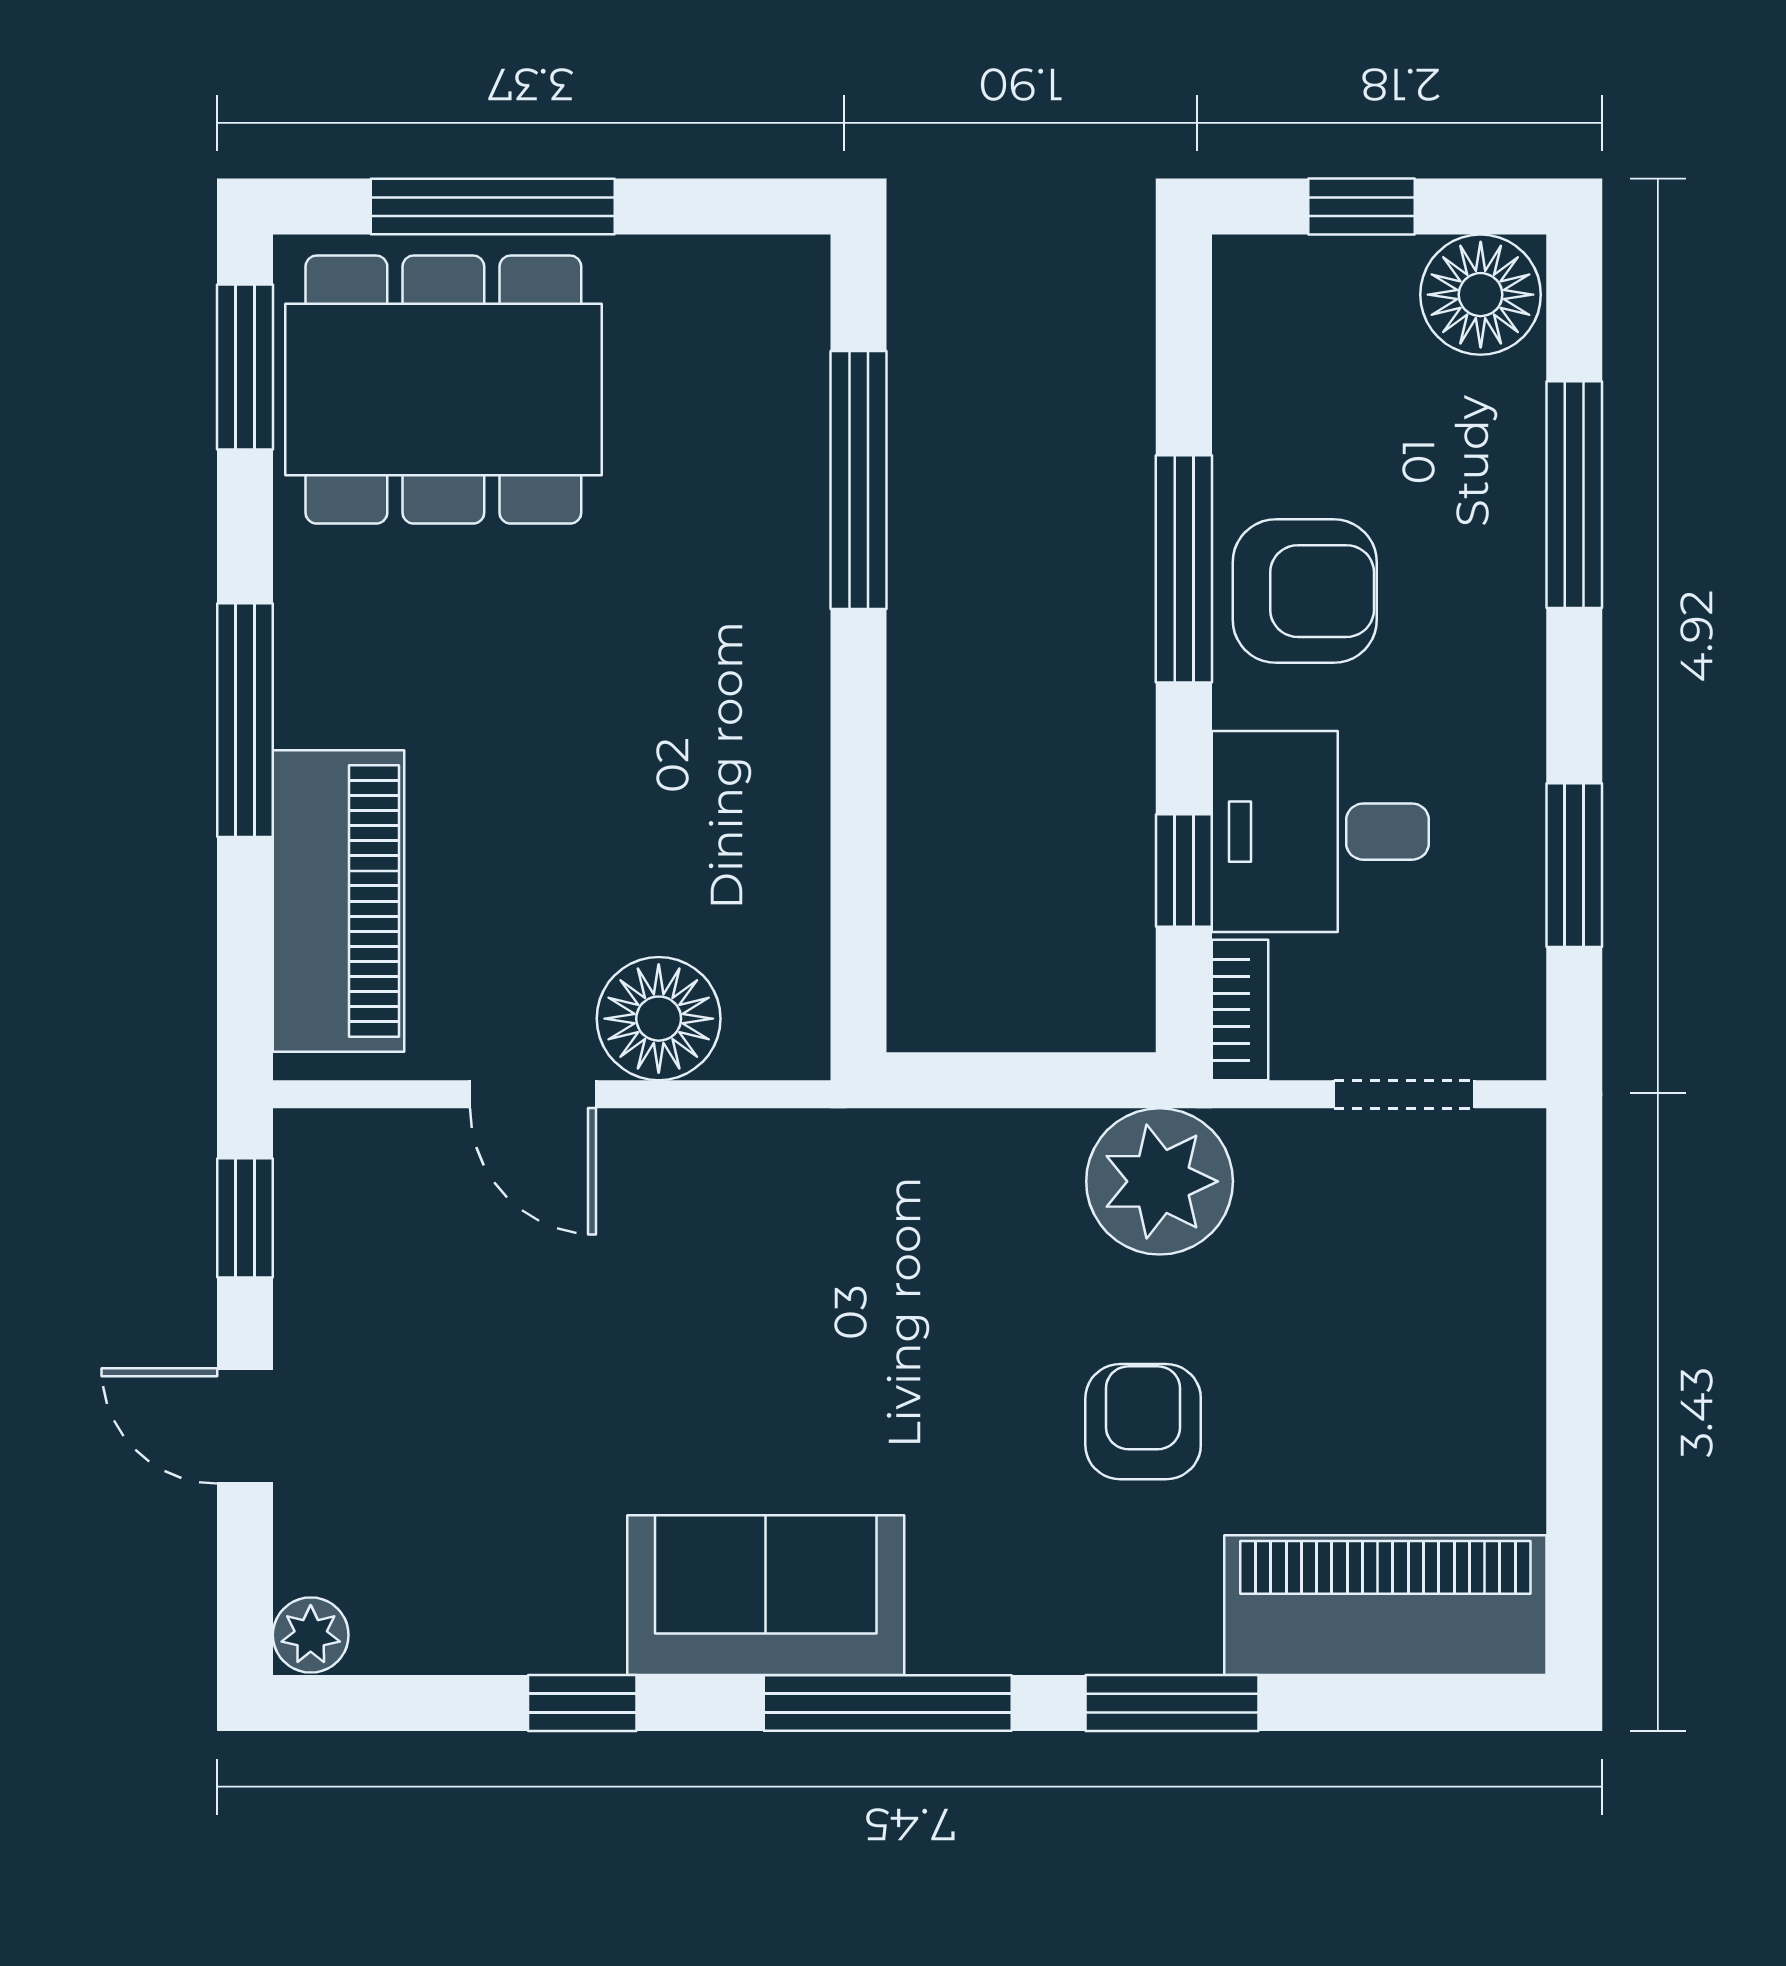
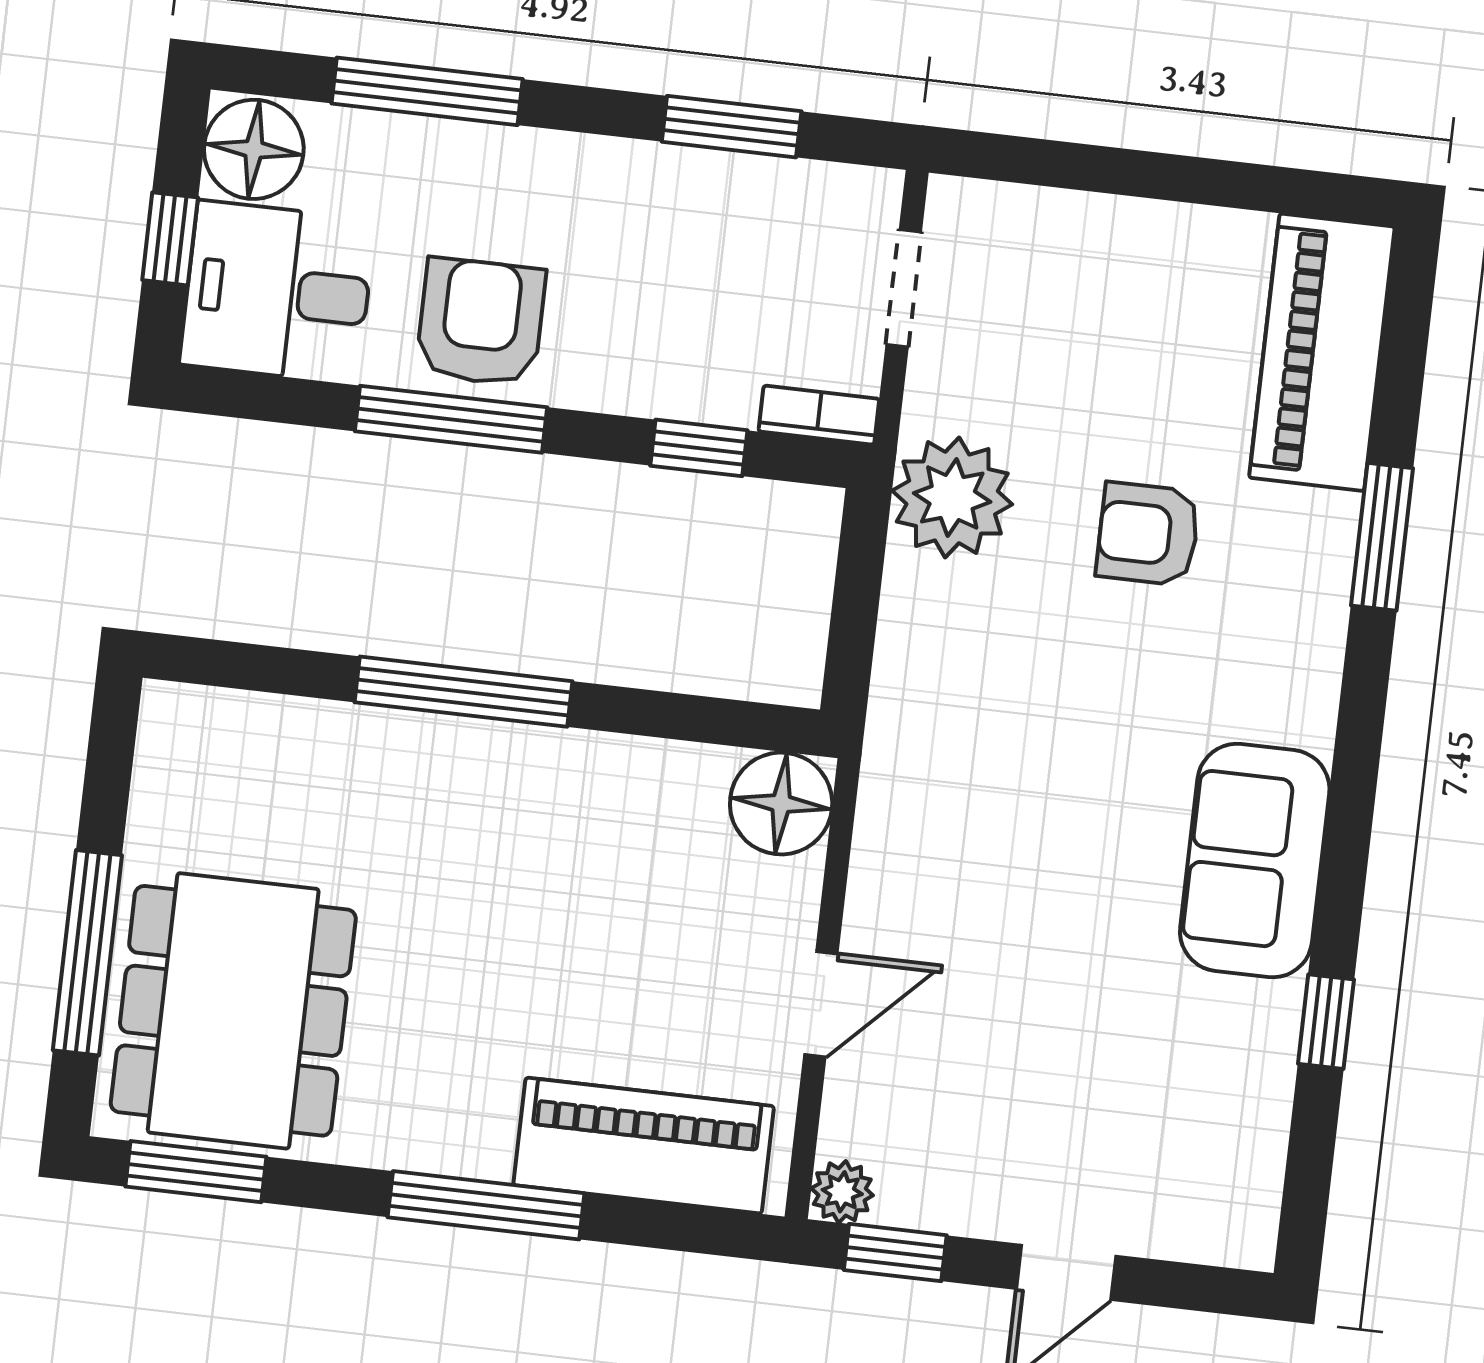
window: (859, 480) -> (463, 692), moved
desk: (1320, 832) -> (278, 292), moved, turned 90
floor lamp: (659, 1019) -> (781, 803), moved
plant: (311, 1635) -> (842, 1192), moved
window: (888, 1703) -> (1355, 770), removed

